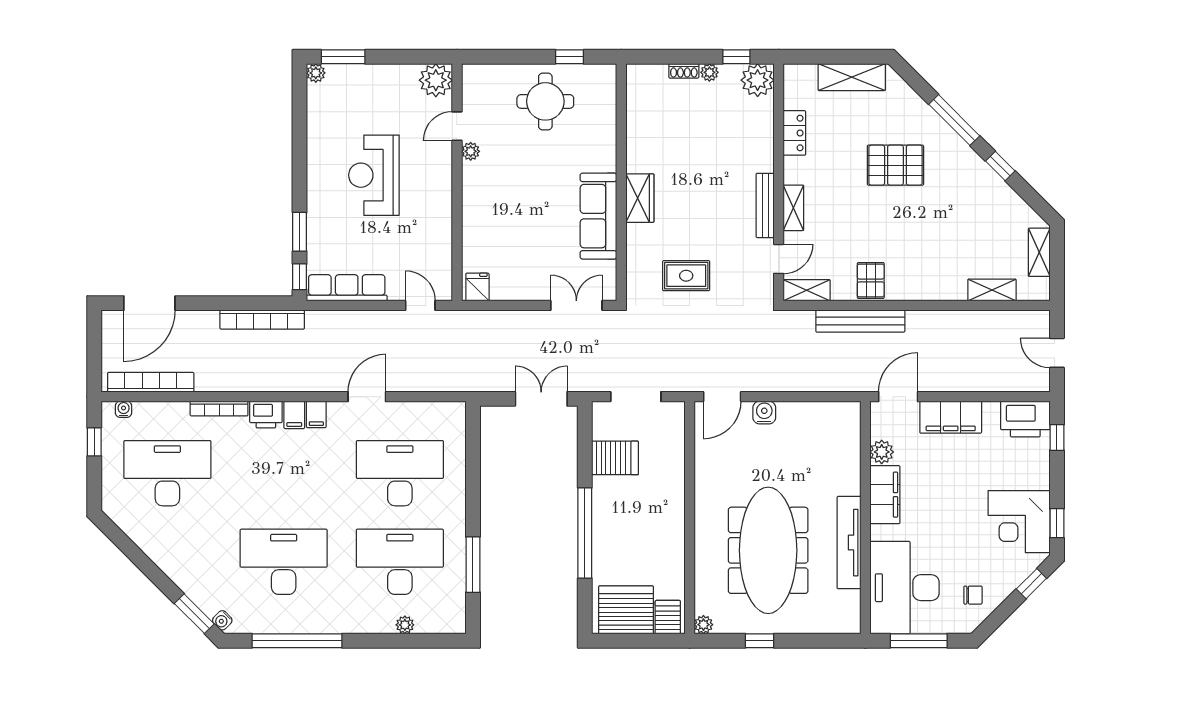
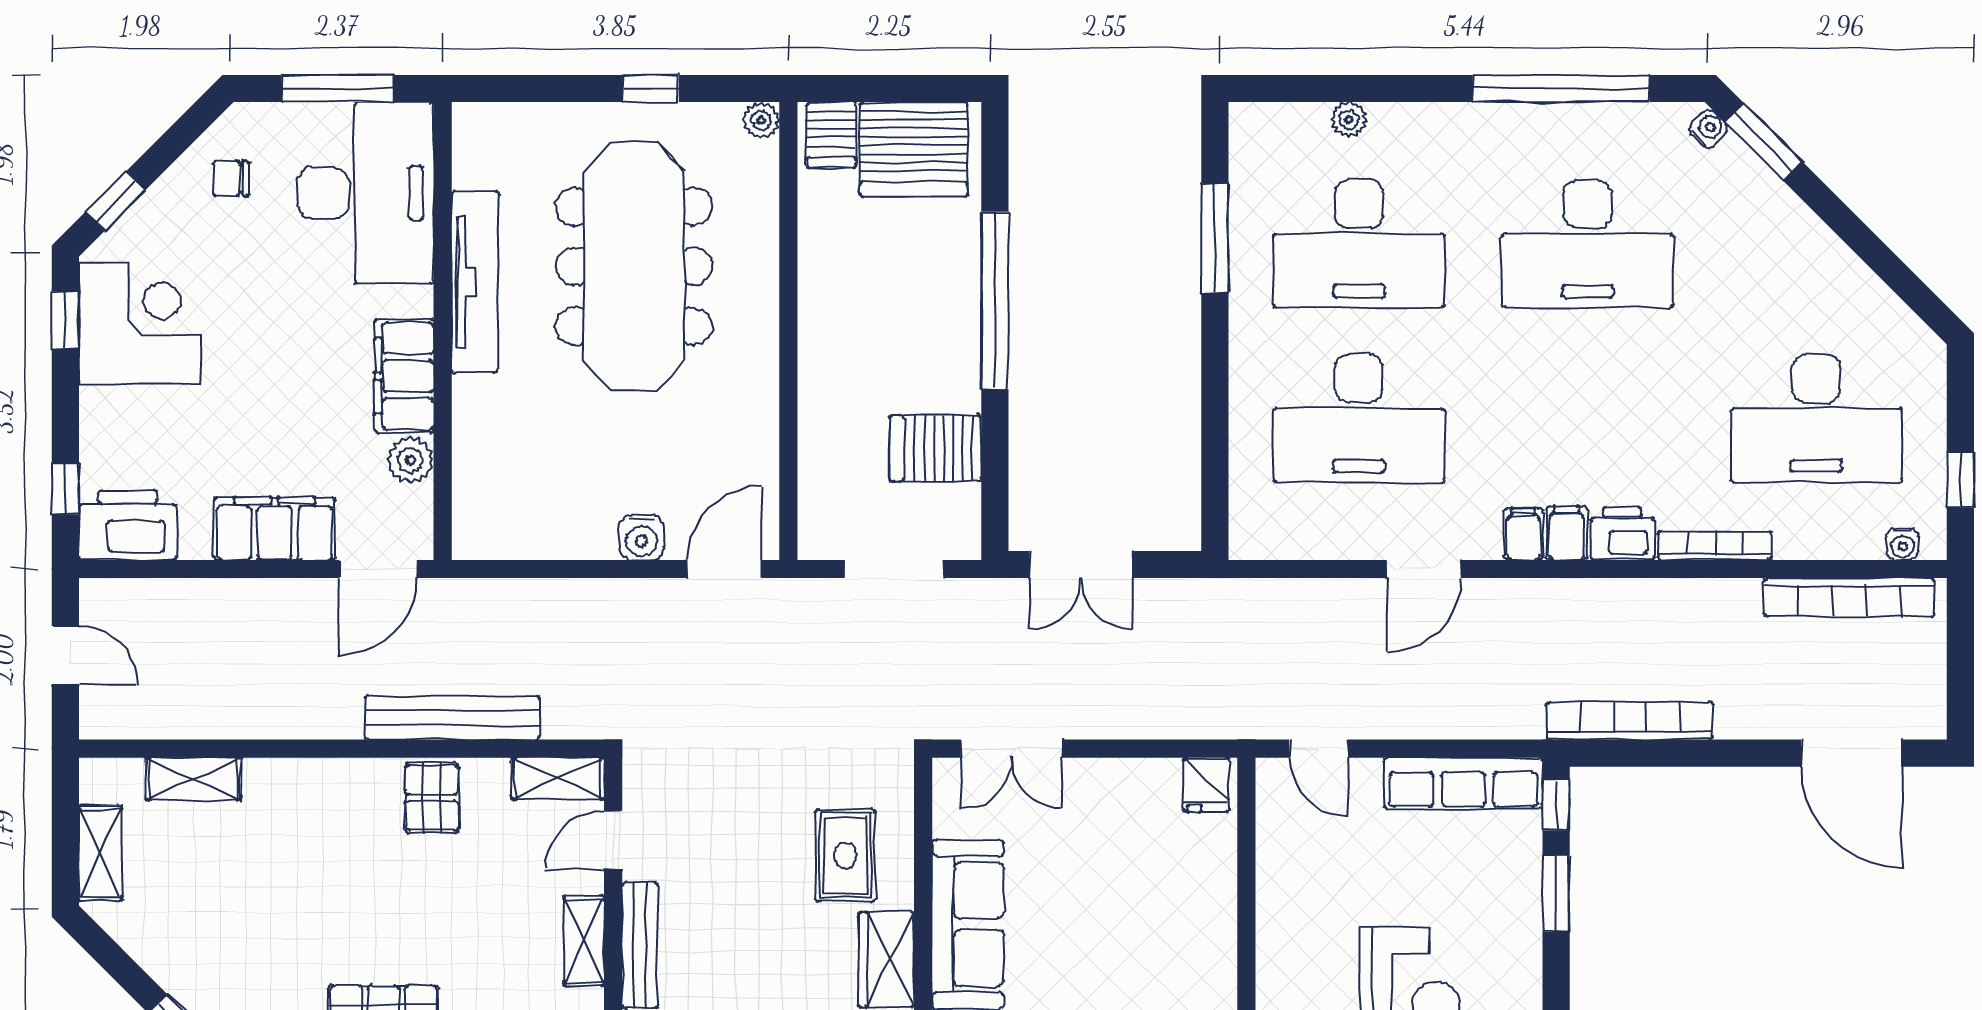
rug: (686, 276) -> (845, 855), moved, turned 90
door: (149, 303) -> (1852, 753), swing flipped

